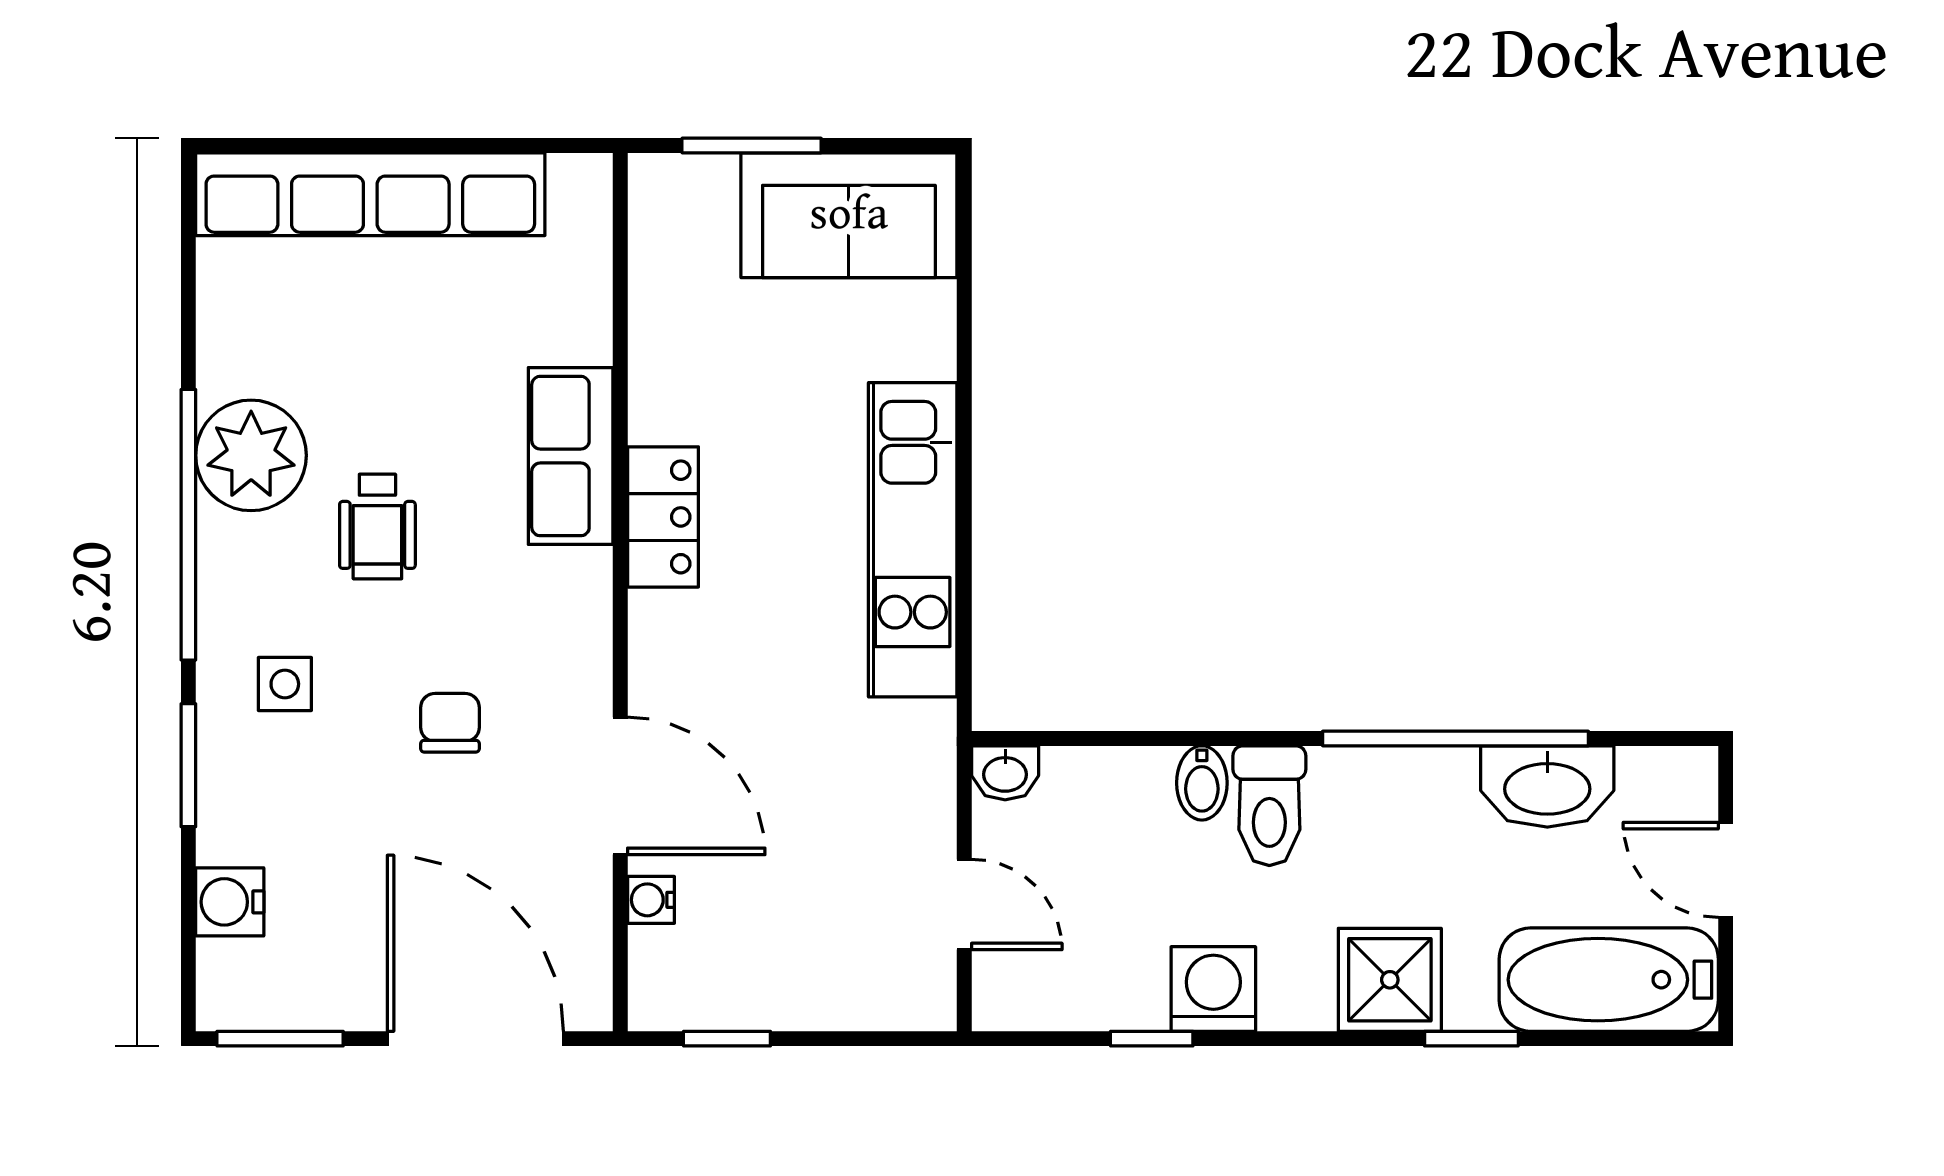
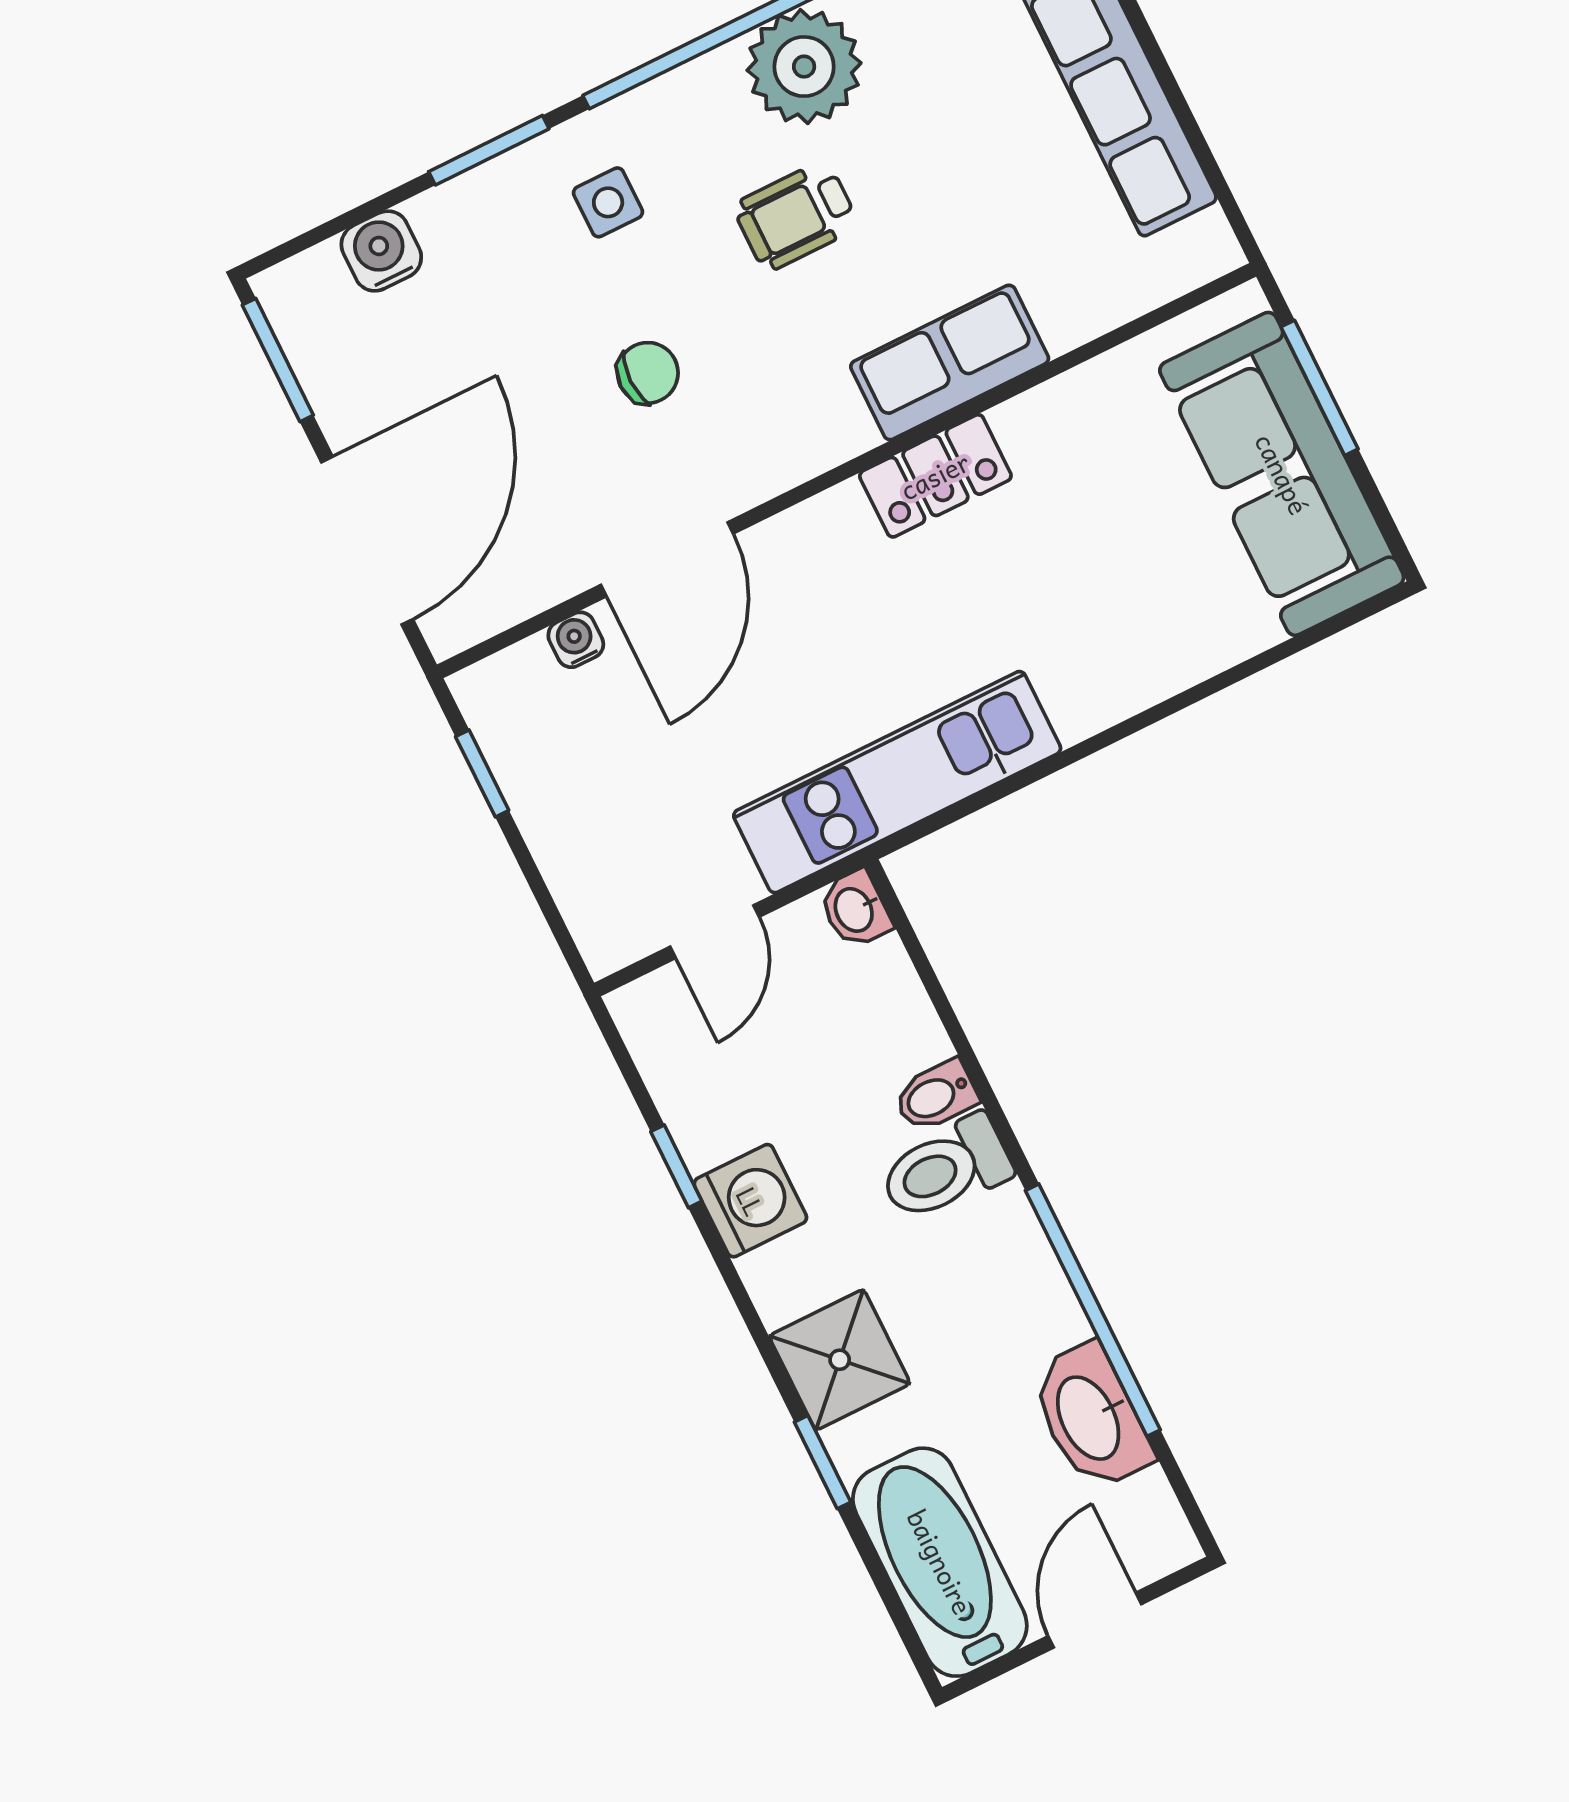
sofa: (849, 215) -> (1282, 474), width x1.36
kitchen unit: (913, 540) -> (897, 782), moved

